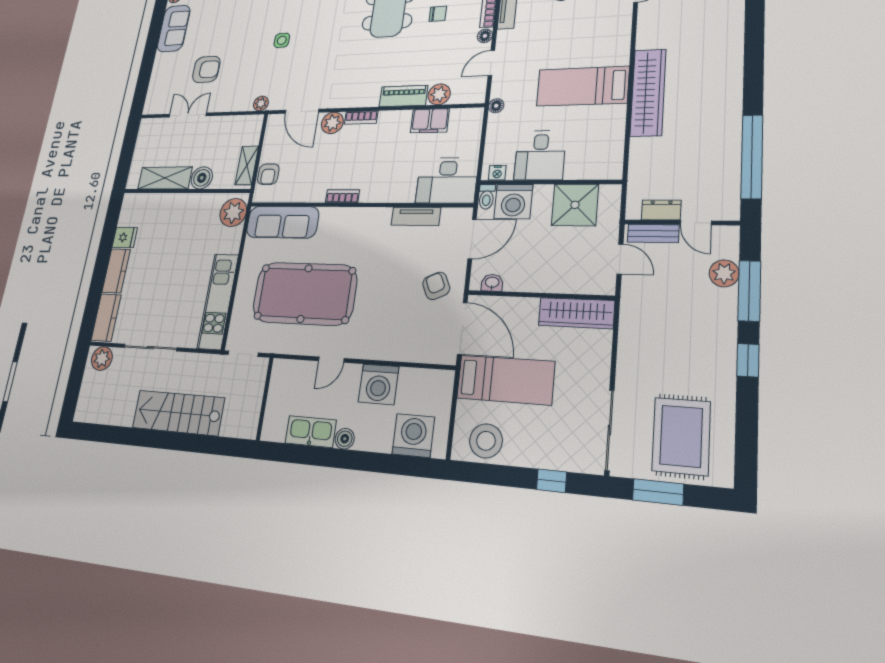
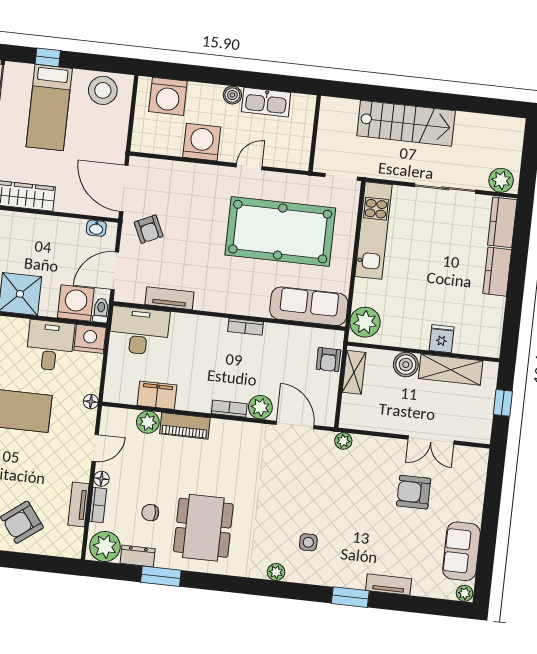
side table: (282, 40) -> (308, 542), moved
window: (127, 155) -> (503, 403), added
nightstand: (497, 173) -> (90, 339), width x1.89, depth x1.79
armchair: (268, 174) -> (328, 360), turned 180
fridge: (125, 237) -> (442, 339), moved, turned 90
bed: (506, 380) -> (49, 108), moved, turned -90

